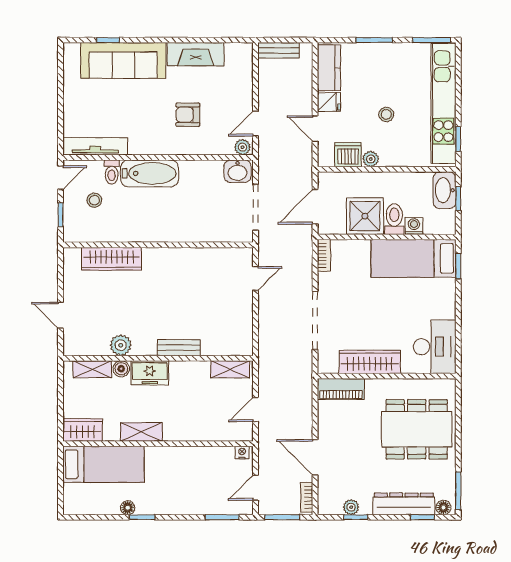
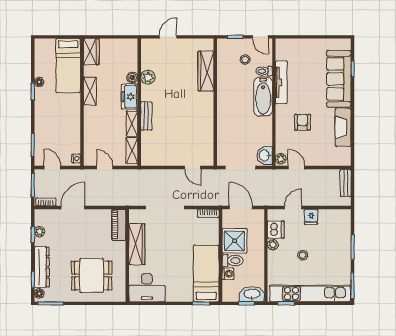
kitchen counter: (329, 68) -> (334, 217), removed
tv unit: (95, 146) -> (281, 82), moved
shelving: (92, 369) -> (132, 124), moved
dining table: (417, 429) -> (92, 276), width x0.73

